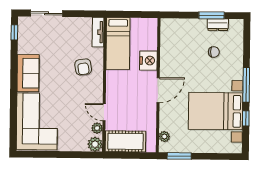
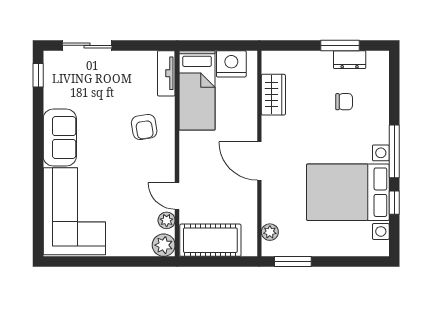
wardrobe: (168, 47) -> (273, 95), added
nightstand: (148, 61) -> (231, 64), moved, turned -90
door: (158, 90) -> (259, 161), swing flipped

